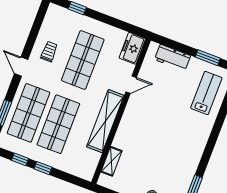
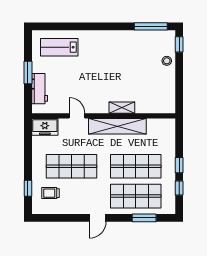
trolley: (49, 52) -> (50, 193), moved
window: (208, 58) -> (28, 72), moved
shelving: (111, 161) -> (122, 108), moved

